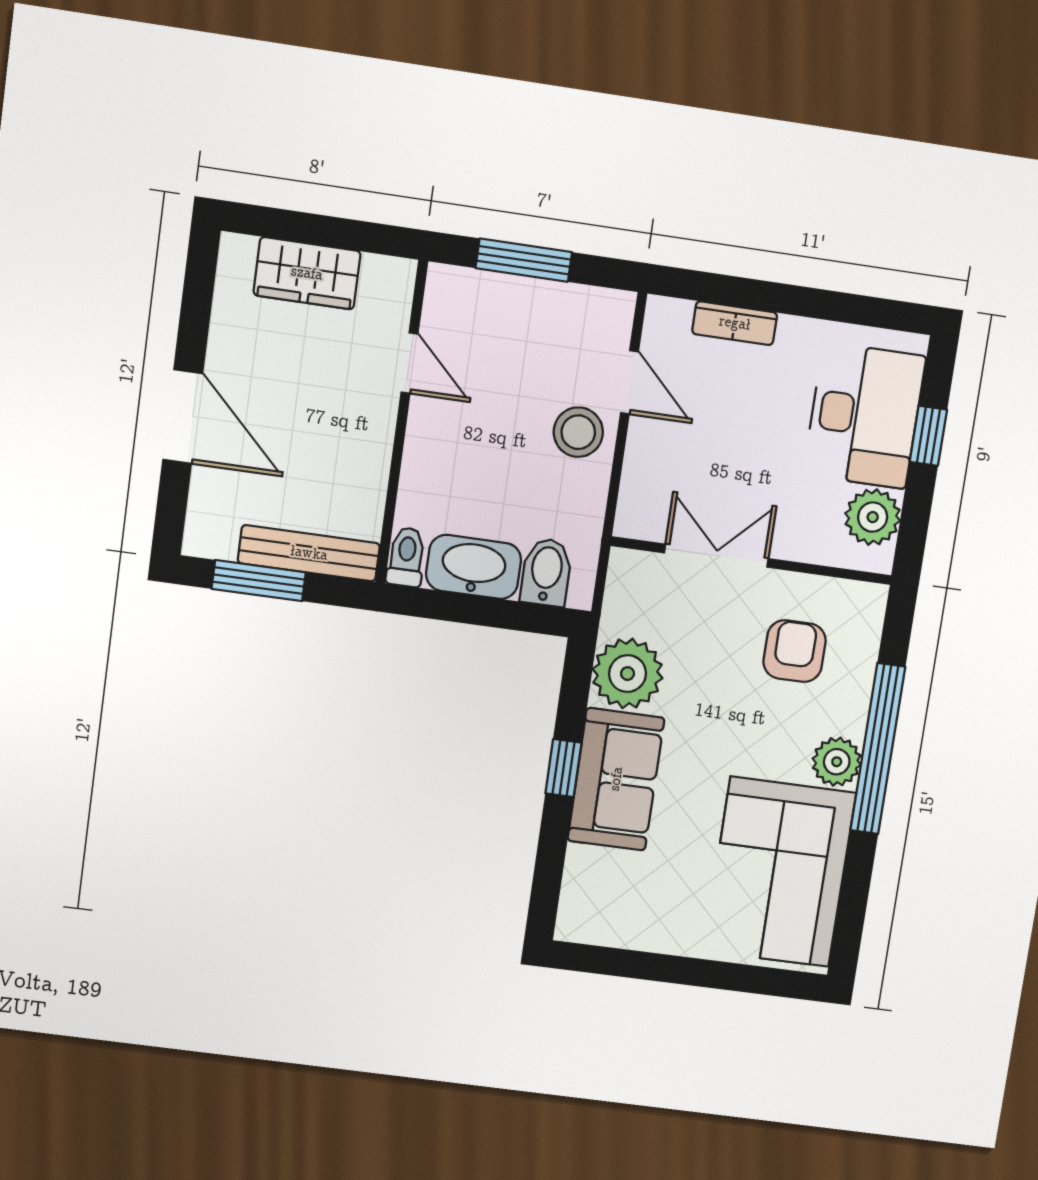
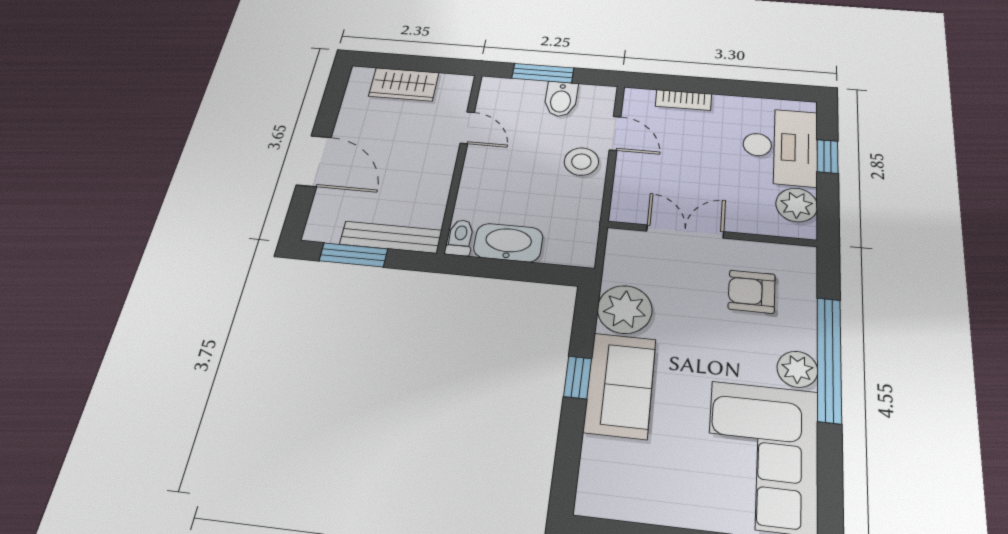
bidet: (546, 572) -> (561, 99), moved, turned 180
armchair: (795, 651) -> (752, 292), turned -90

